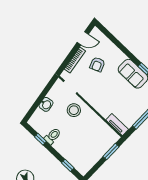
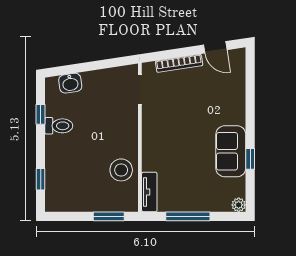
armchair: (97, 64) -> (200, 96), removed
washbasin: (46, 104) -> (70, 83), moved
stool: (74, 110) -> (121, 170), moved

